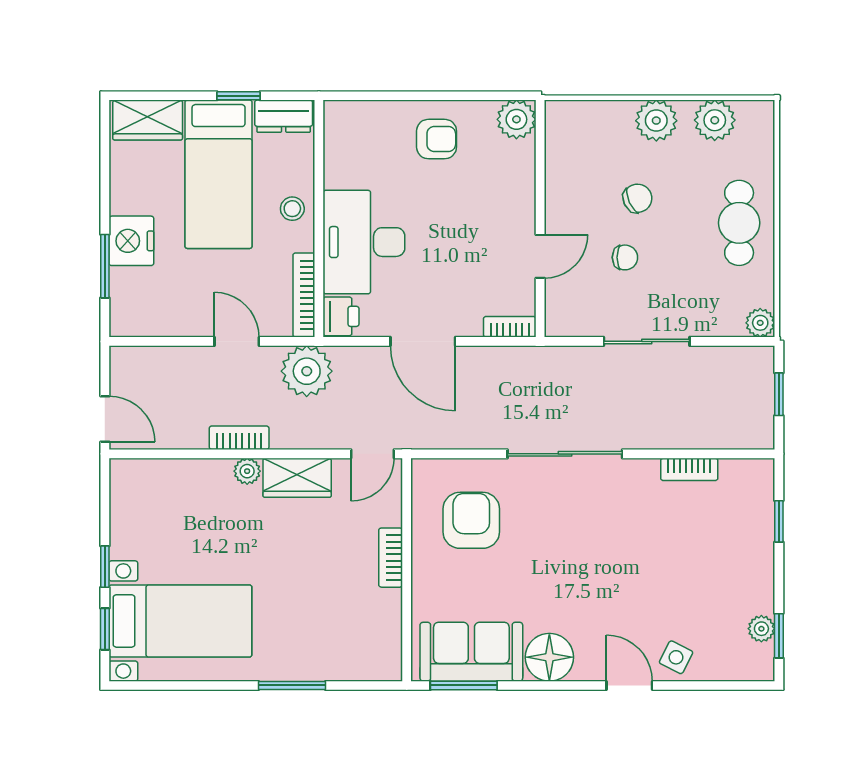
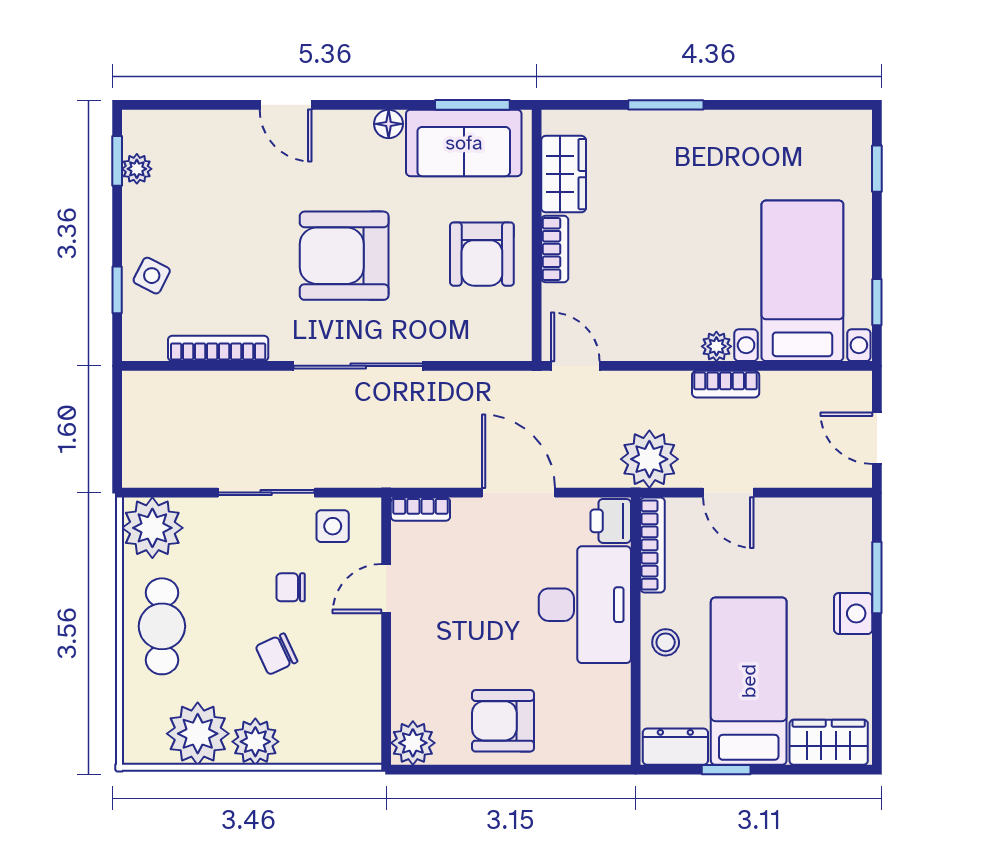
plant: (715, 120) -> (198, 734), width x1.36, depth x1.36
armchair: (437, 139) -> (503, 721), width x1.38, depth x1.38
nightstand: (131, 241) -> (853, 613), width x0.74, depth x0.75
side table: (588, 312) -> (333, 526), added
plant: (760, 323) -> (152, 528), width x1.88, depth x1.88
window: (779, 394) -> (117, 433), removed
door: (105, 419) -> (877, 438), moved
door: (372, 454) -> (575, 366), hinge flipped
bookcase: (689, 469) -> (218, 348), width x1.56
wardrobe: (297, 478) -> (564, 174), moved, turned 90
armchair: (471, 520) -> (482, 254), moved
armchair: (577, 552) -> (344, 256), added
window: (105, 567) -> (877, 302), moved
bed with nightstands: (180, 621) -> (802, 281), moved, turned 90
floor lamp: (549, 657) -> (389, 124), width x0.53, depth x0.53
side table: (676, 657) -> (152, 276), moved

